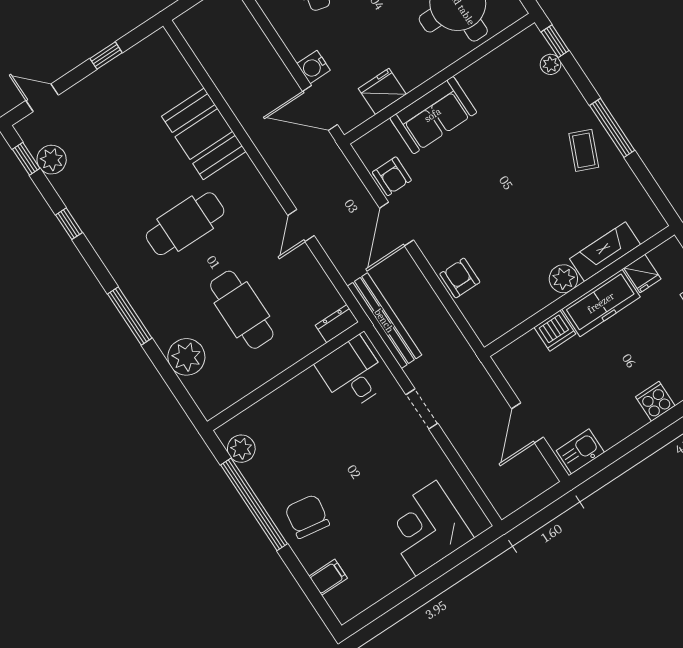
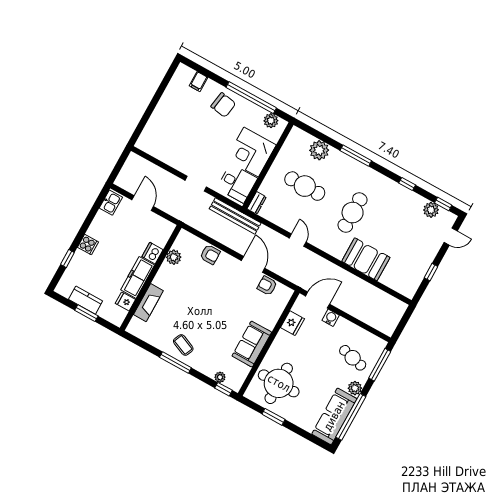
sofa: (433, 115) -> (252, 344), moved
plant: (563, 279) -> (174, 257), moved
corner desk: (426, 528) -> (251, 152), moved, turned 180

